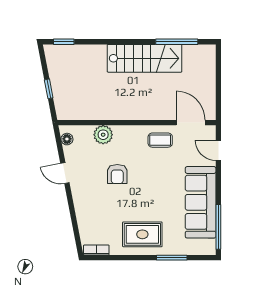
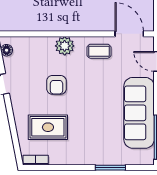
plant: (103, 135) -> (65, 46), moved
rug: (142, 234) -> (48, 127), moved

